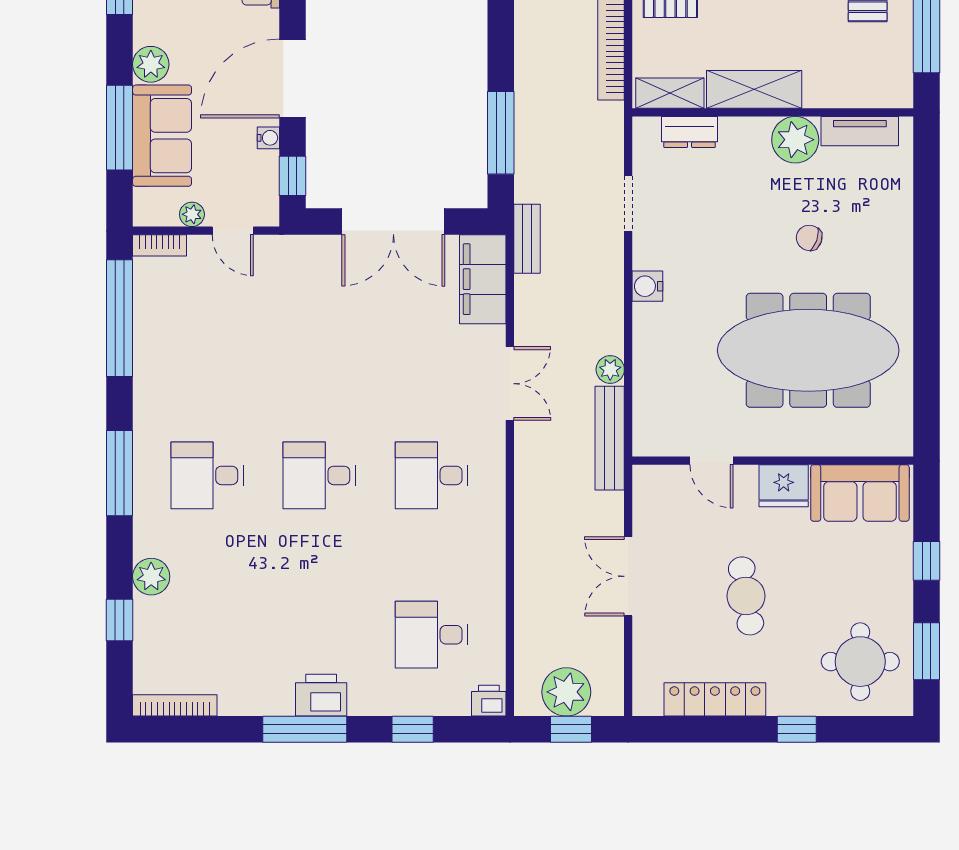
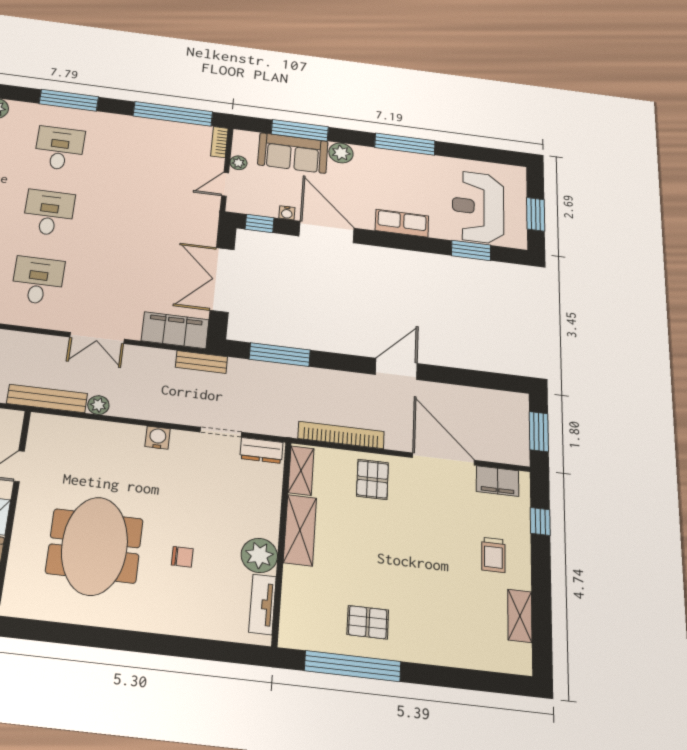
dresser: (690, 132) -> (261, 450), moved, turned -90
chair: (809, 238) -> (182, 557), turned 71
meeting table: (808, 350) -> (95, 546), width x0.73

